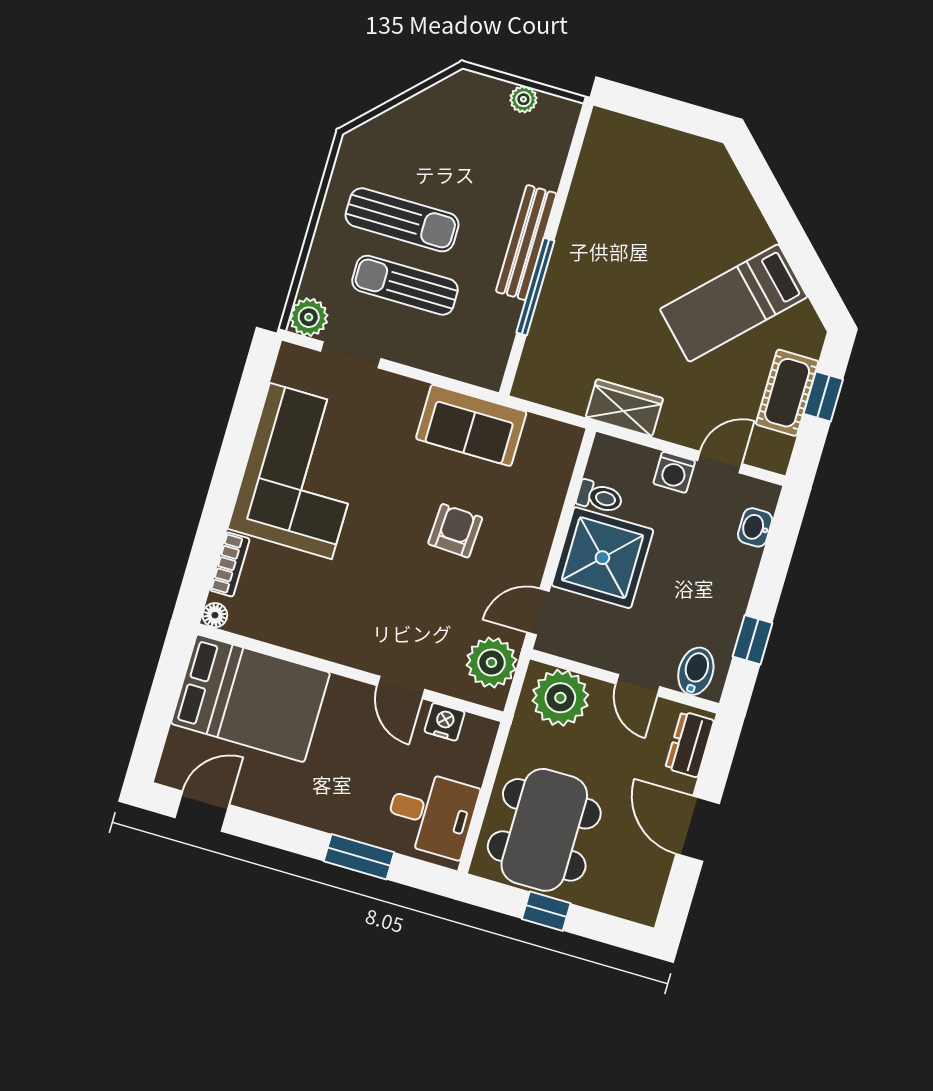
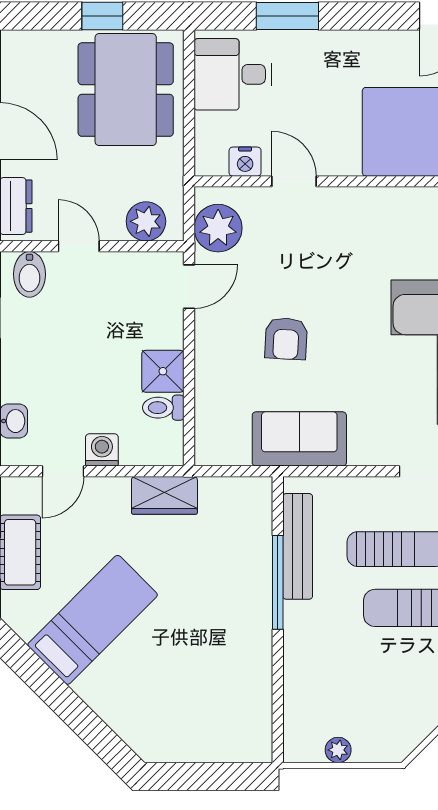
bench: (526, 243) -> (298, 546), moved
shower: (602, 558) -> (163, 371), width x0.54, depth x0.54
plant: (560, 698) -> (146, 221), width x0.73, depth x0.73

